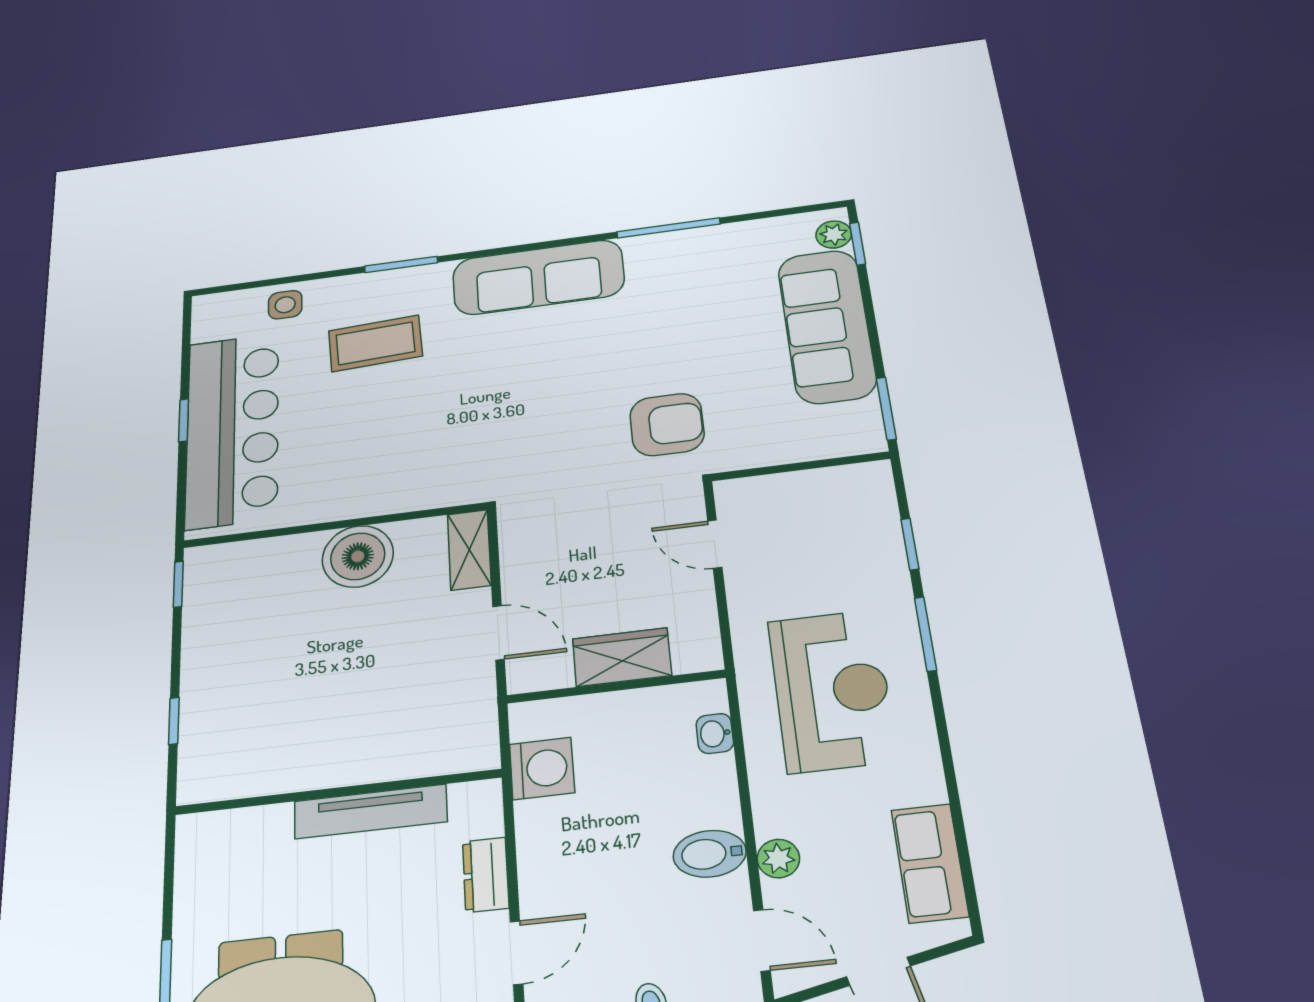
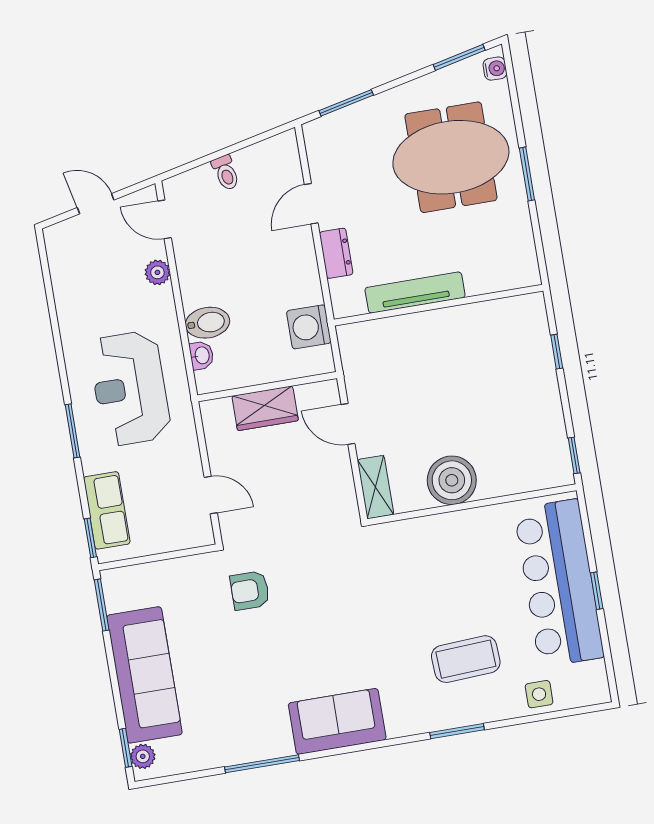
sofa: (538, 277) -> (337, 721), width x0.73
armchair: (667, 425) -> (250, 590), width x0.72, depth x0.72
window: (910, 544) -> (90, 538), moved
bidet: (710, 854) -> (207, 323), moved
row of seats: (930, 863) -> (107, 510), moved

